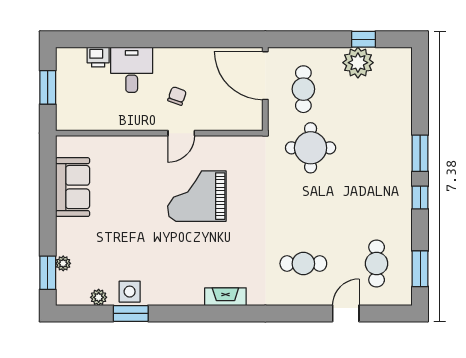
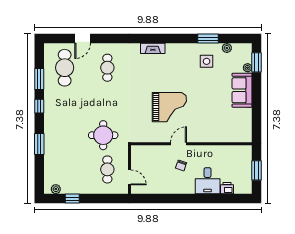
plant: (358, 63) -> (56, 189), moved, width x0.53, depth x0.53
door: (265, 76) -> (130, 177), width x0.53
window: (420, 153) -> (39, 144), moved
sofa: (73, 187) -> (242, 90), moved
cafe table: (303, 264) -> (107, 68), turned 90
cafe table: (377, 264) -> (65, 68), width x1.37, depth x1.35
window: (420, 269) -> (39, 79), moved
side table: (130, 292) -> (207, 61), moved

